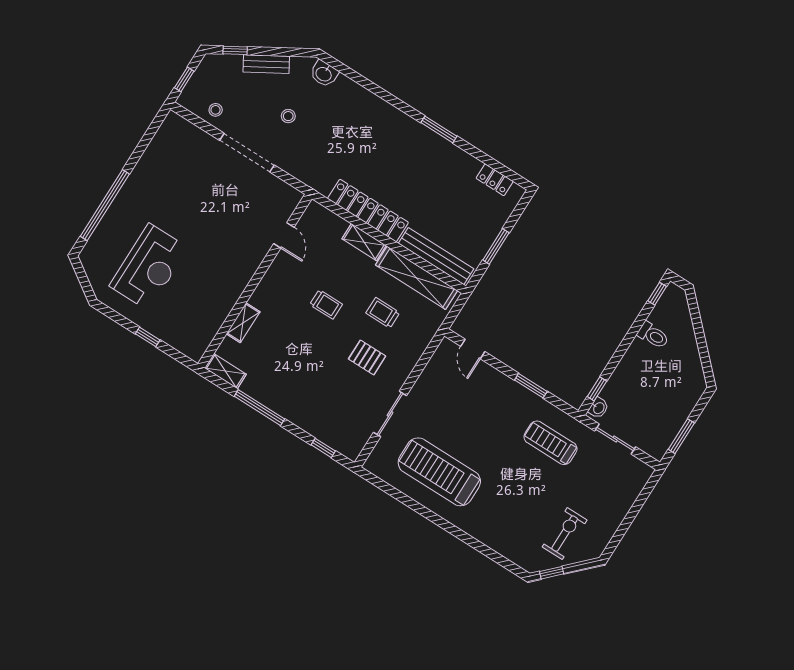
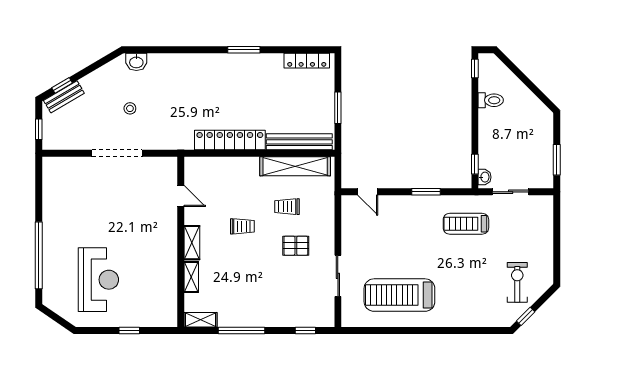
bench: (266, 64) -> (64, 97), moved
stool: (216, 110) -> (75, 137), removed
locker: (495, 180) -> (307, 61), width x1.53
shelving: (364, 242) -> (192, 243), moved, turned 90

